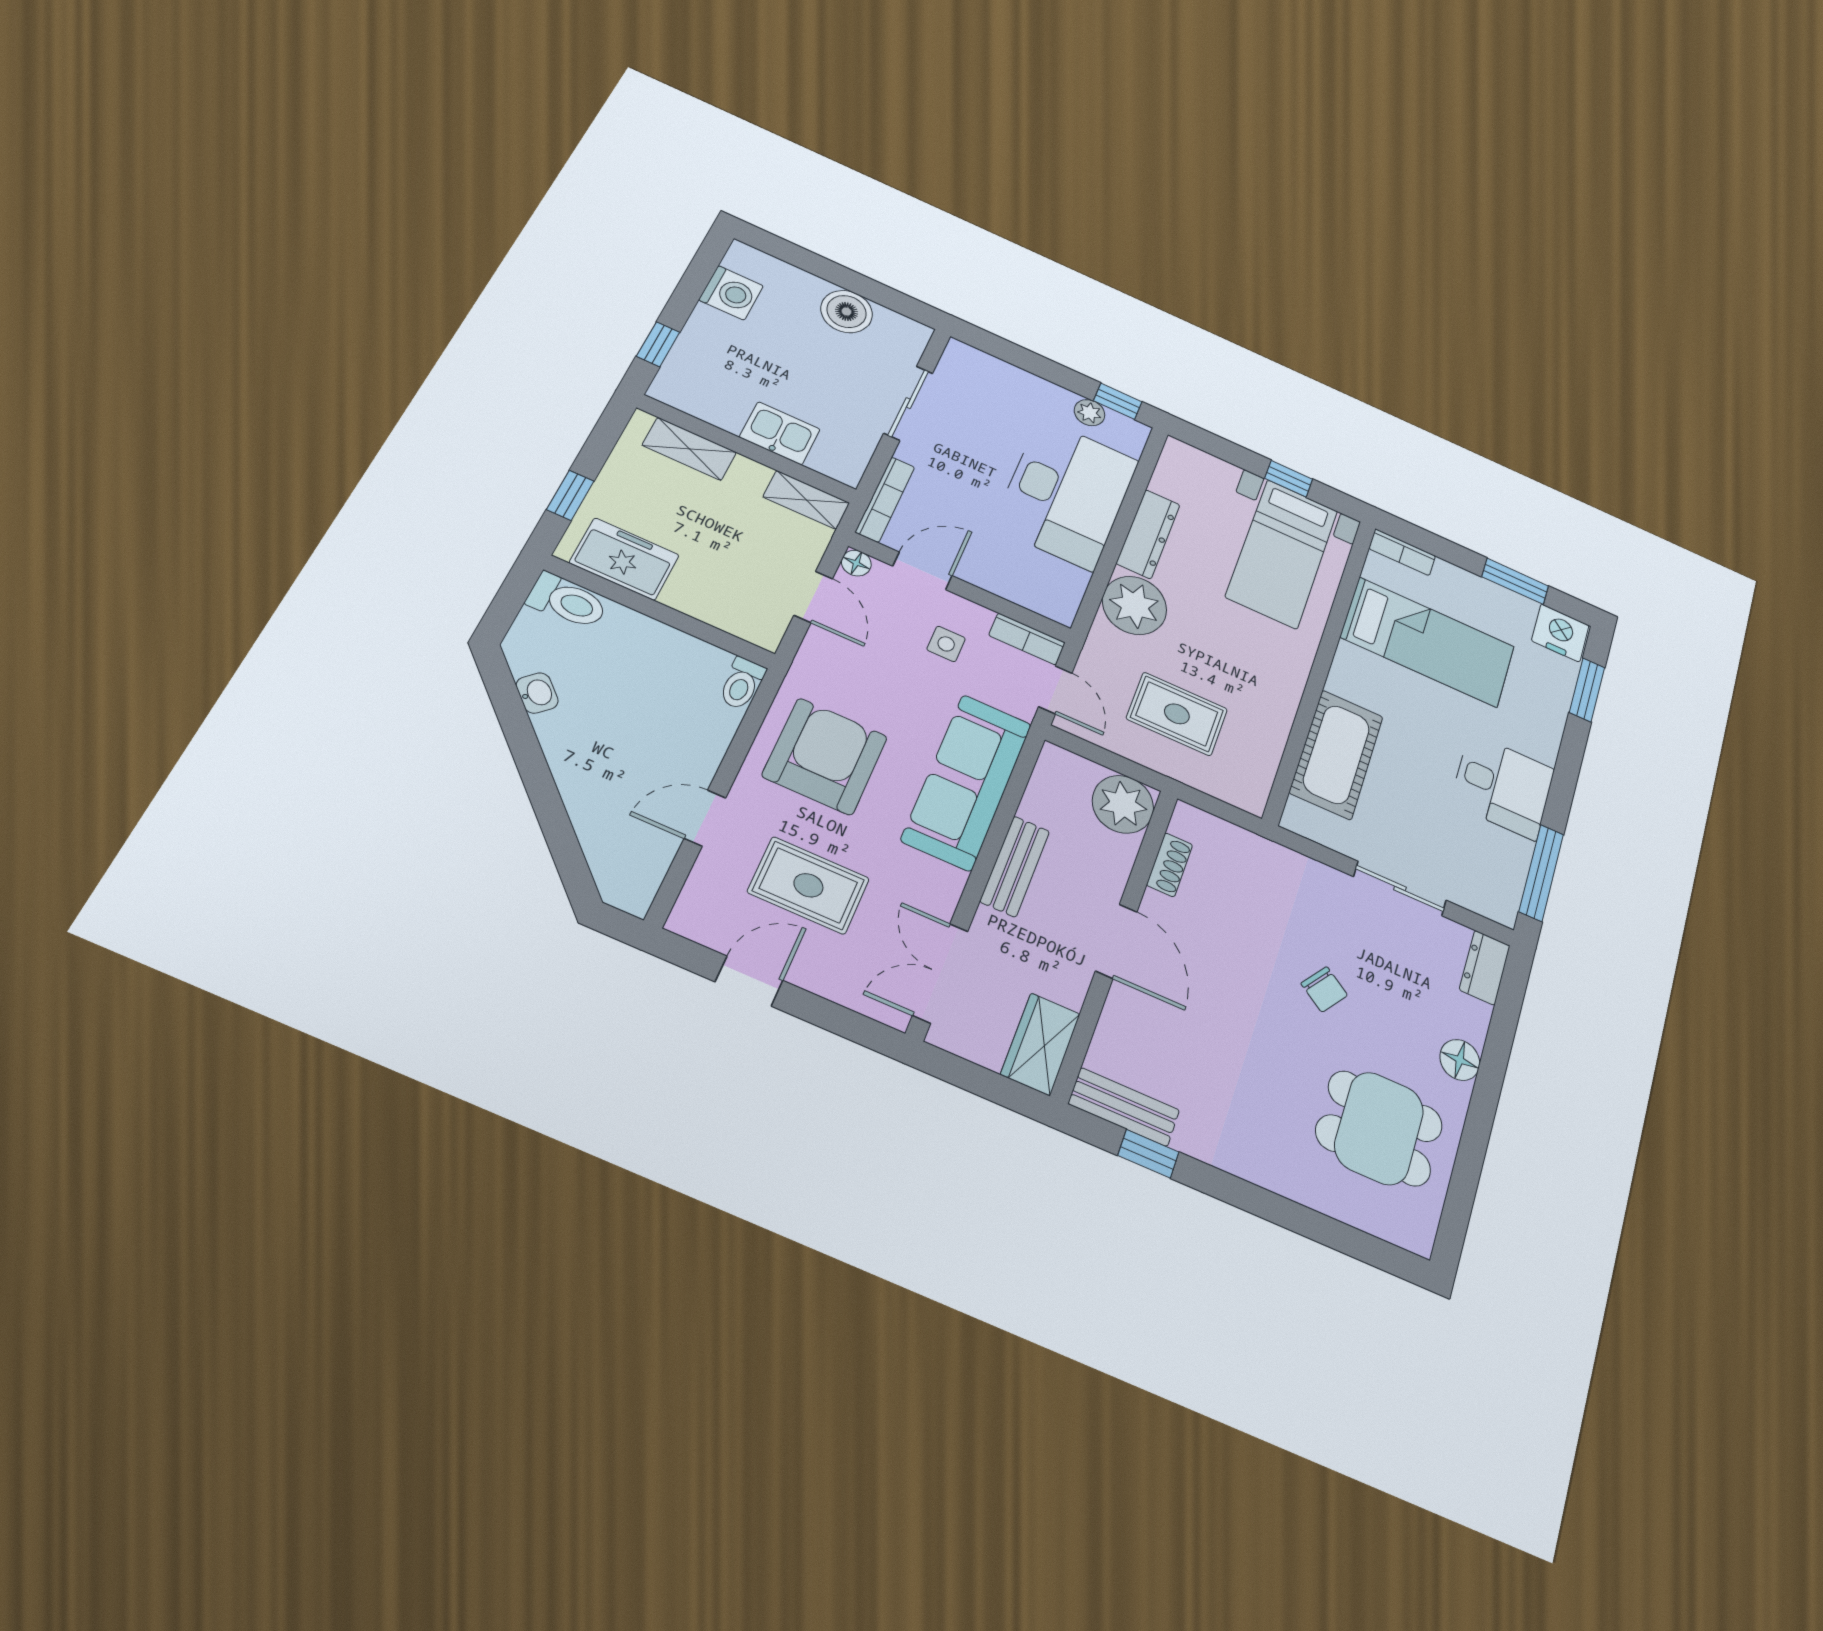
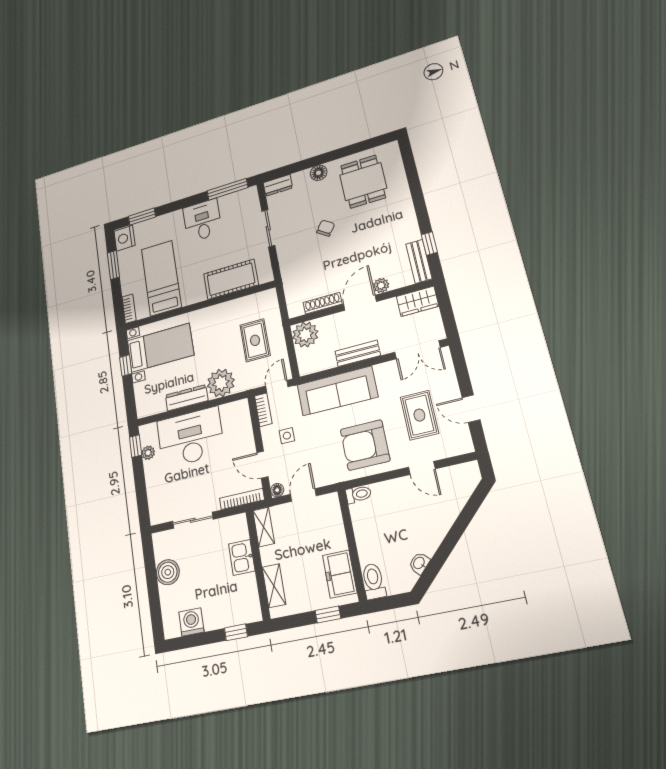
shoe rack: (1170, 865) -> (322, 303), width x1.43
plant: (1124, 1003) -> (381, 285), added

